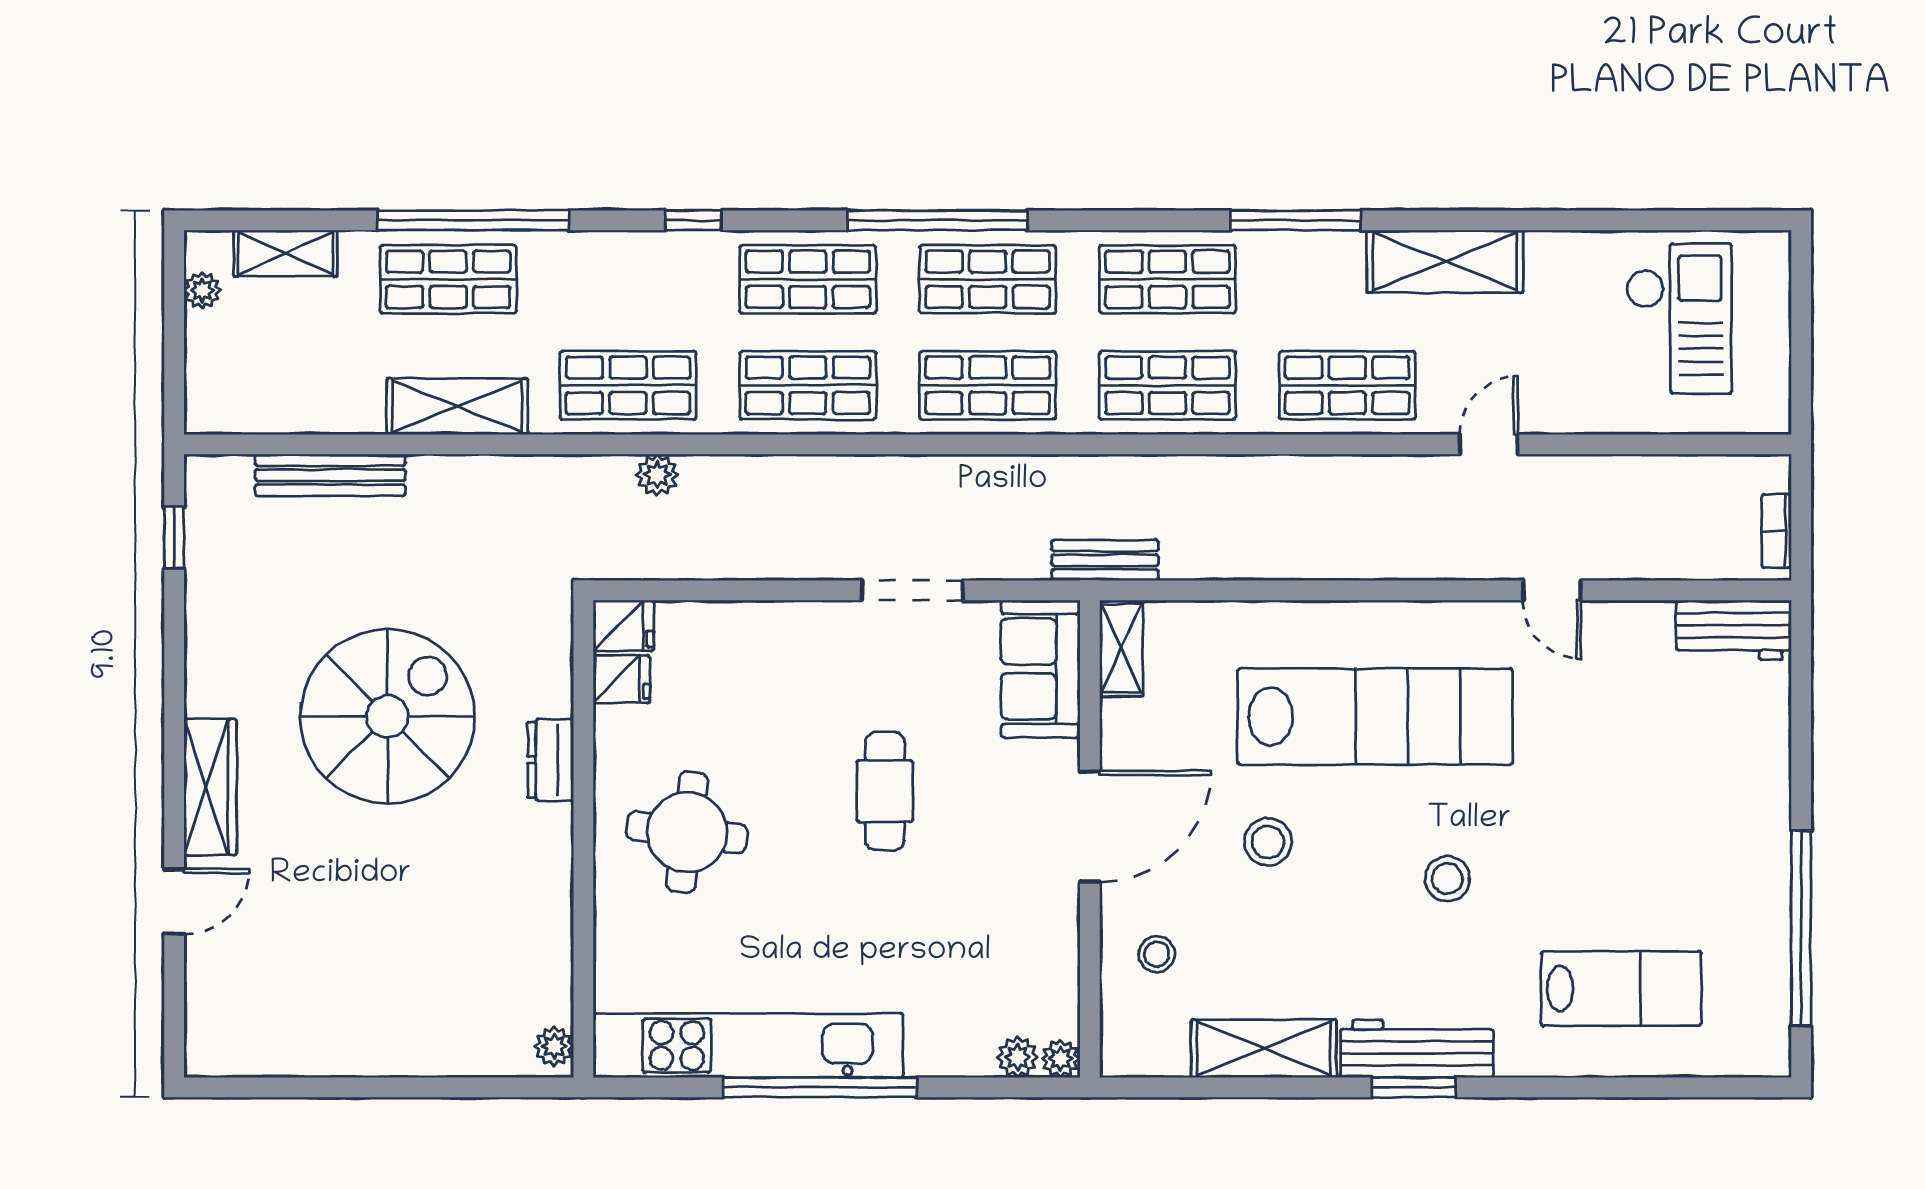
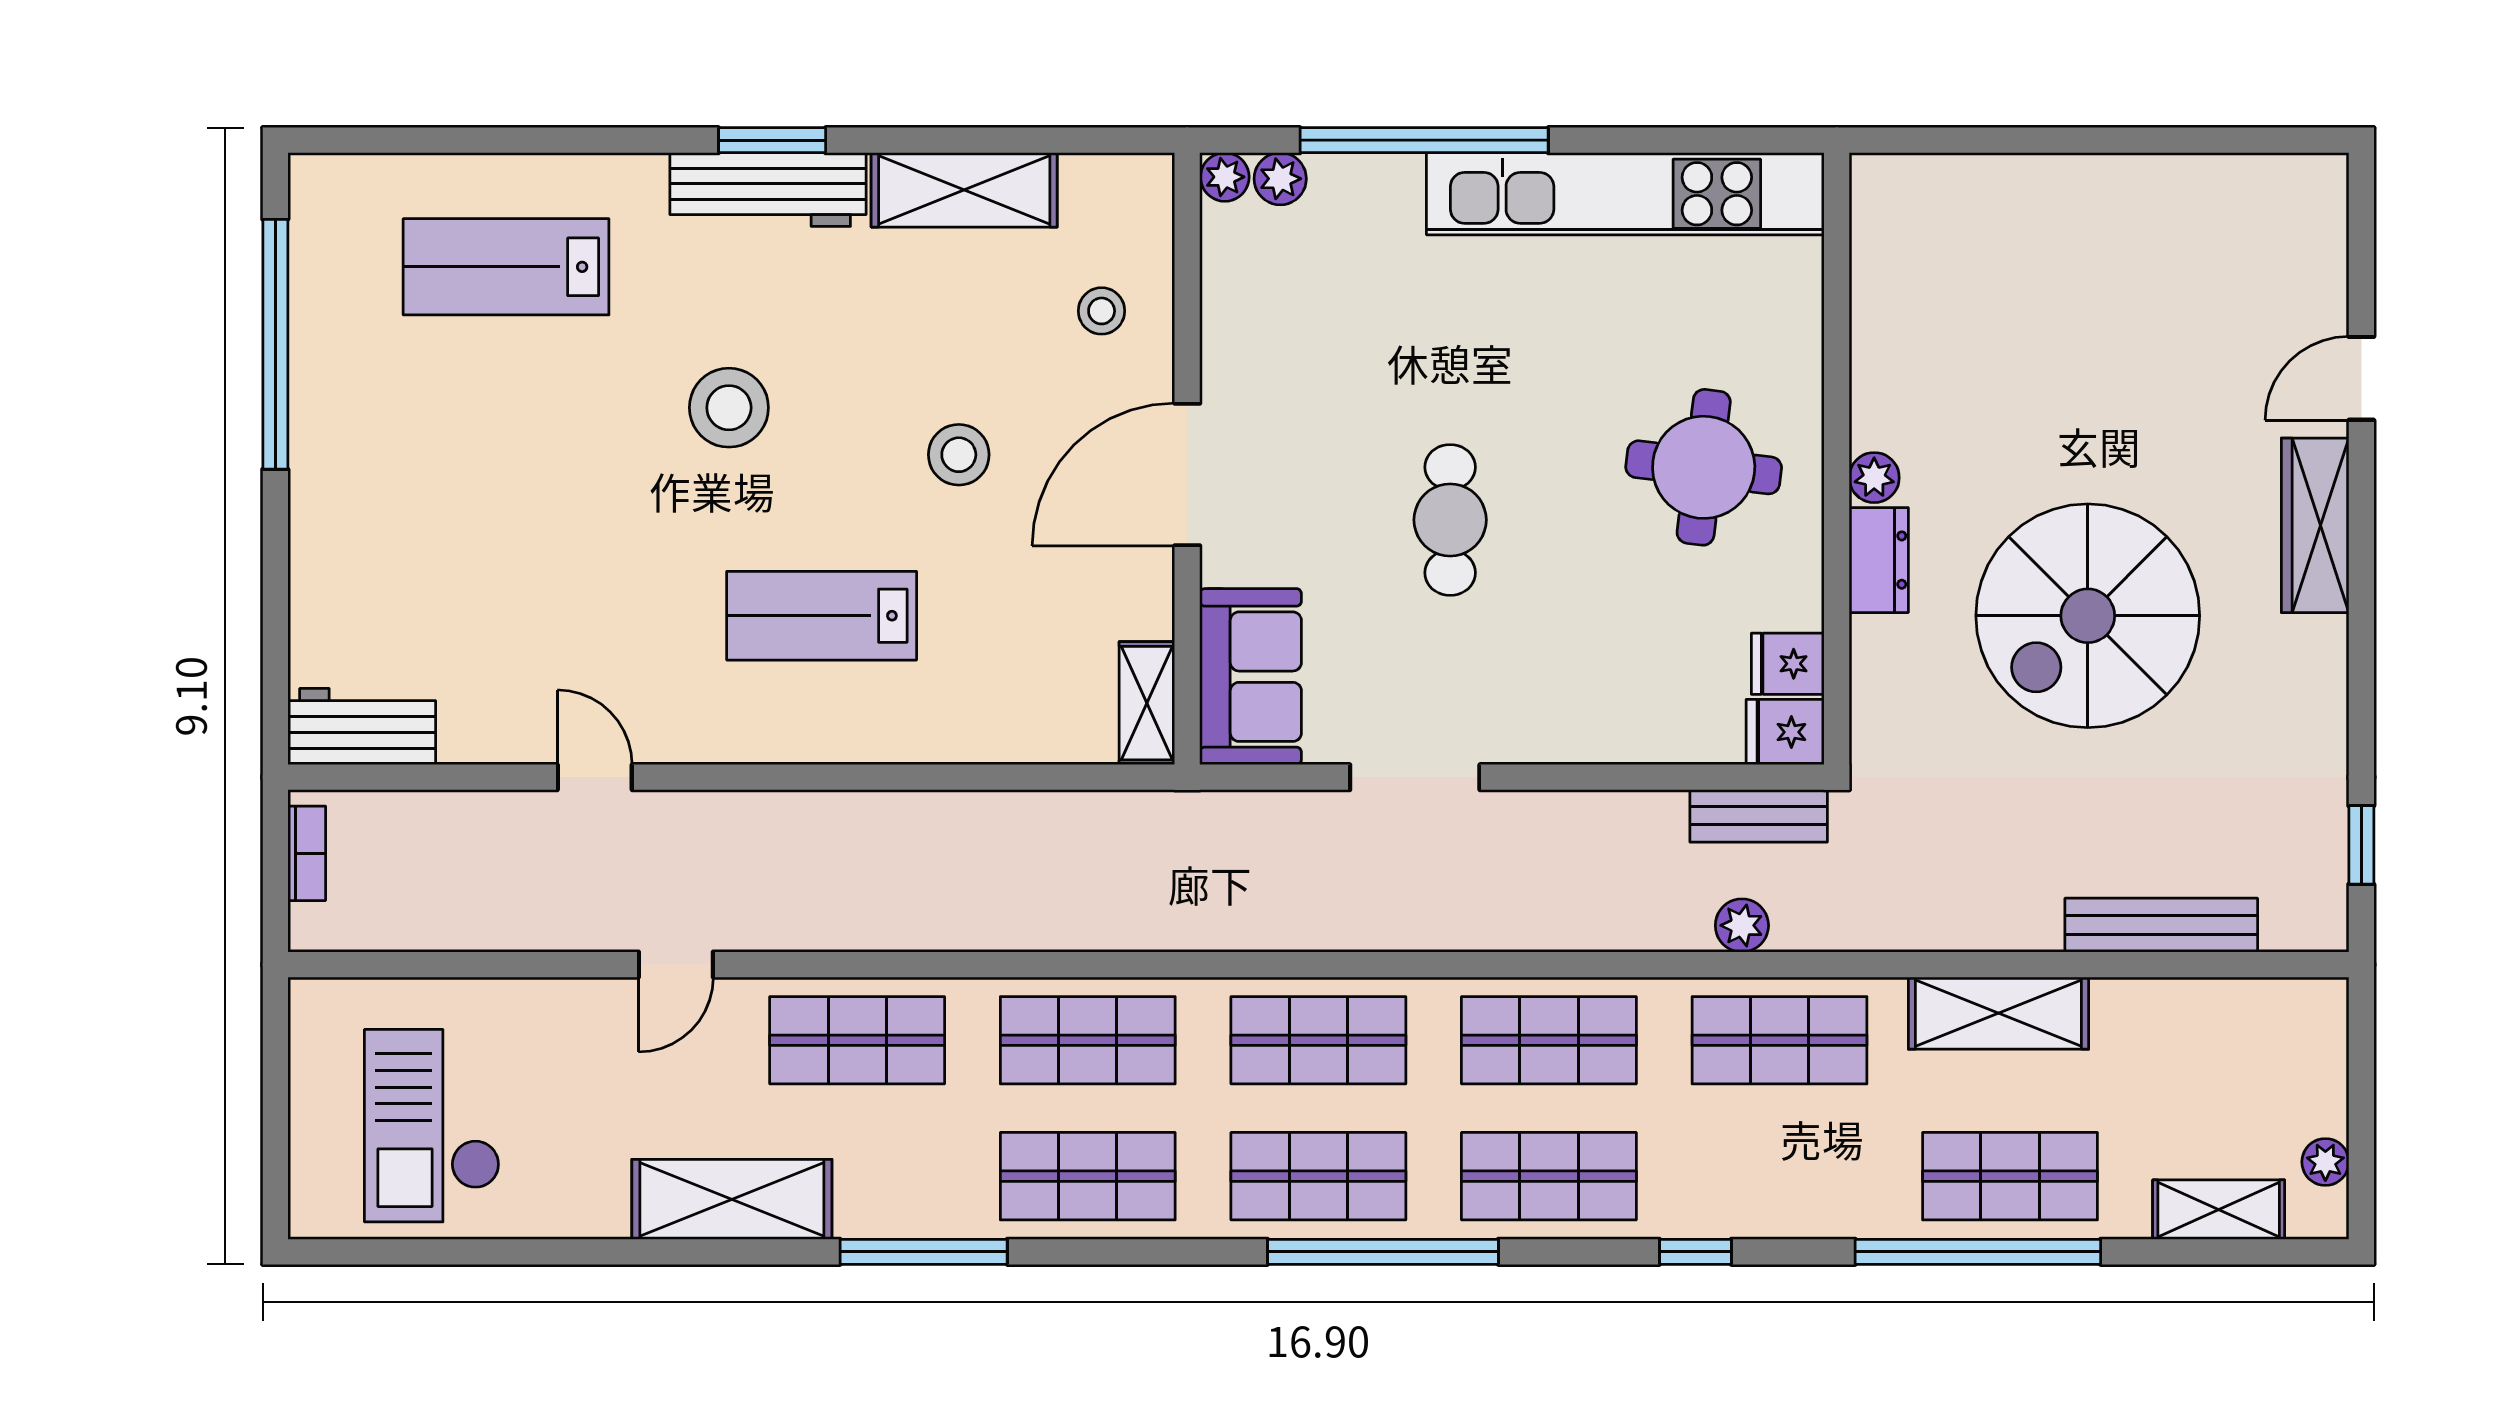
bench: (1105, 560) -> (1759, 816), moved
lab bench: (1375, 716) -> (822, 616), width x0.54, depth x0.72
stool: (1447, 879) -> (729, 408), width x1.38, depth x1.38
plant: (554, 1046) -> (1874, 478), moved
window: (820, 1087) -> (1424, 140), moved

